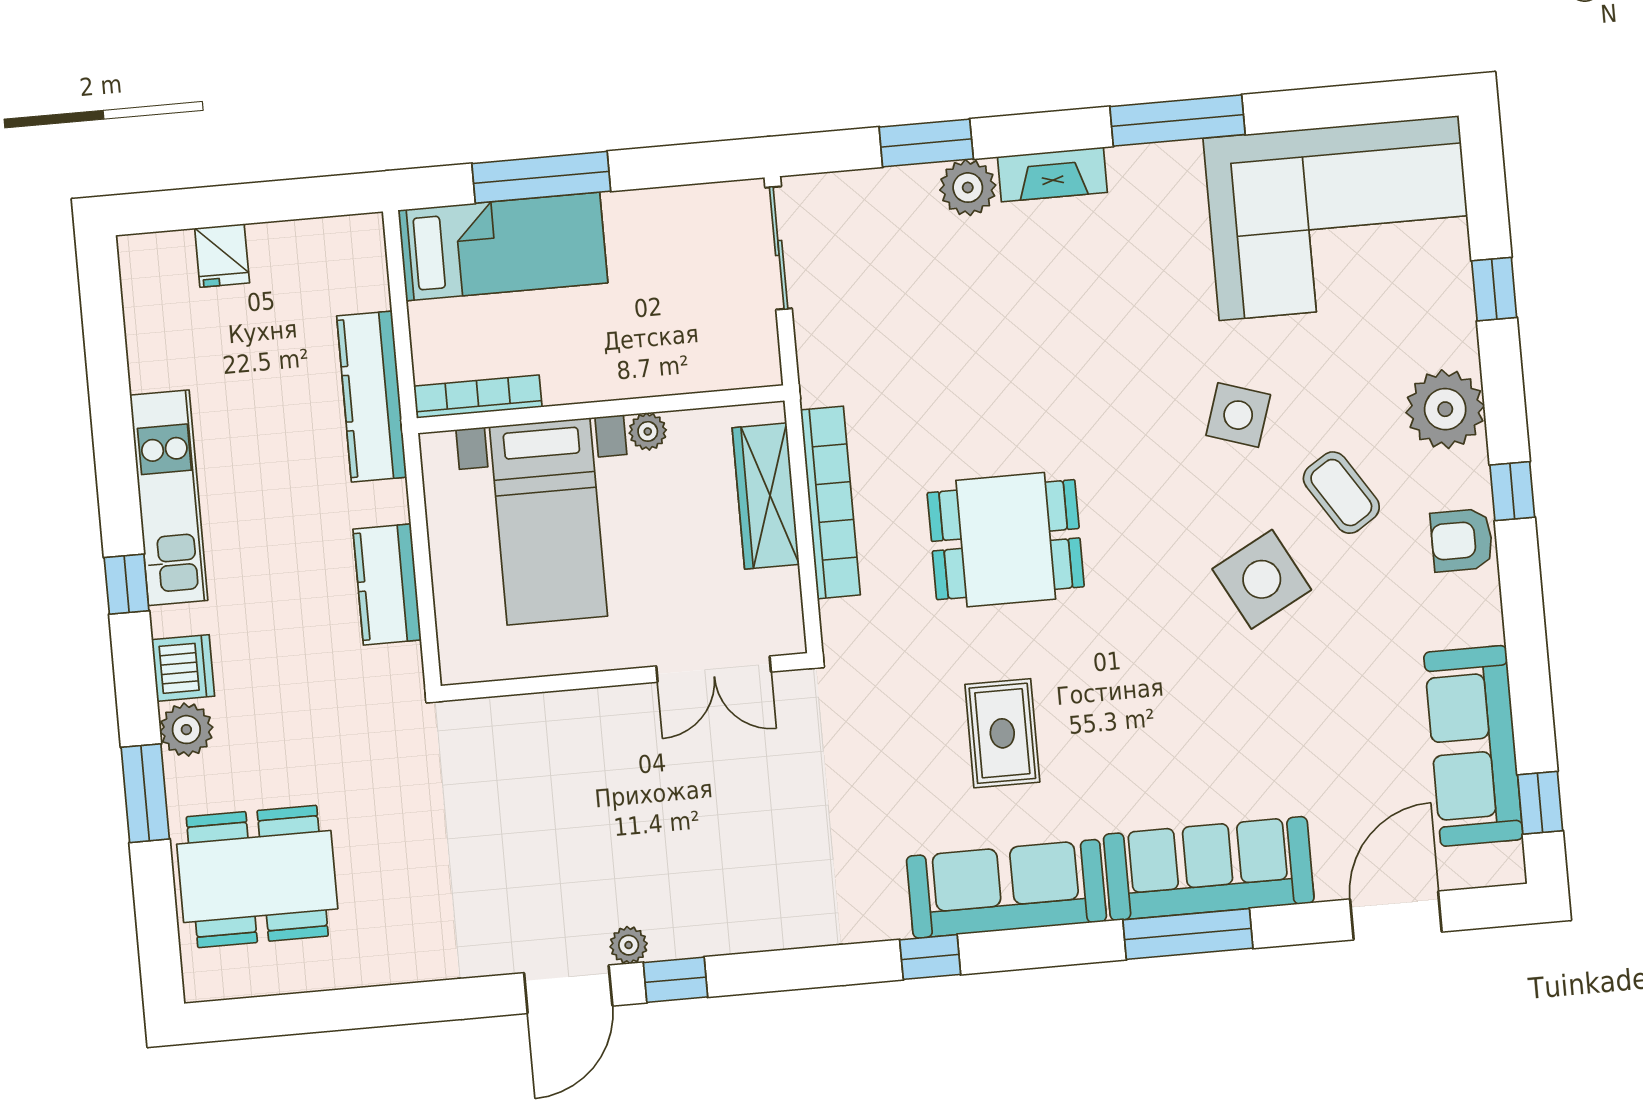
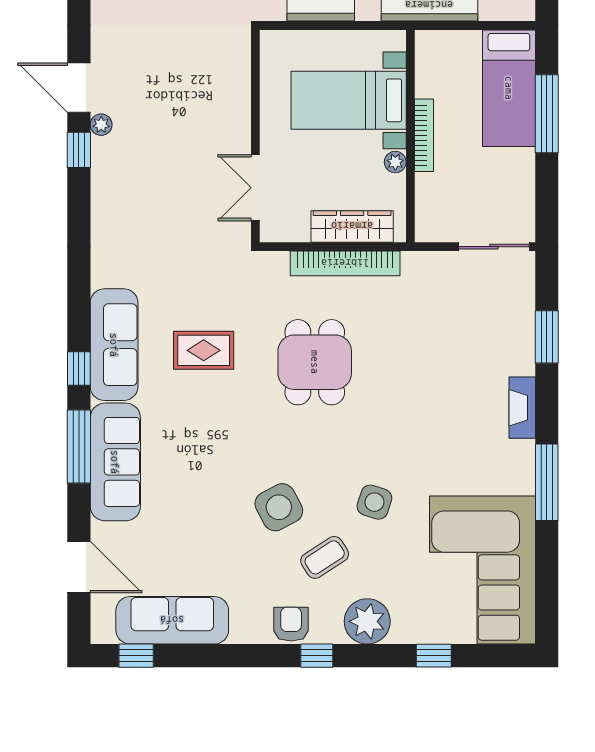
plant: (968, 188) -> (519, 358), removed
bookcase: (478, 397) -> (424, 135), moved
window: (930, 957) -> (79, 369), moved

